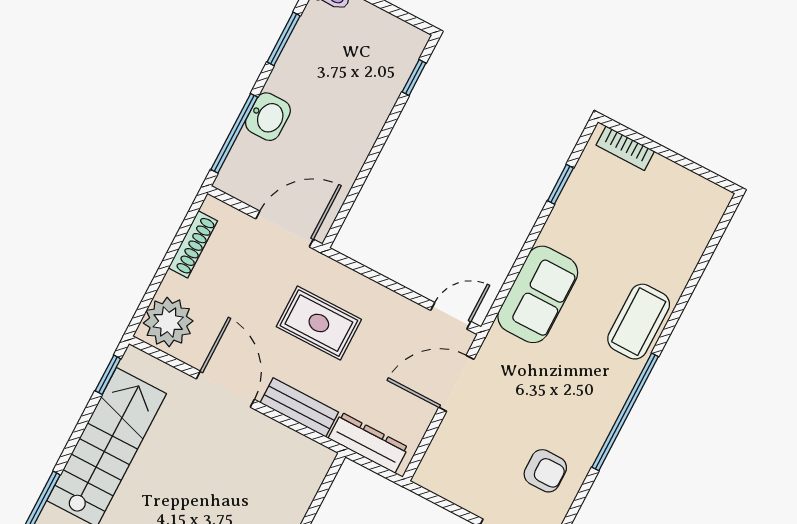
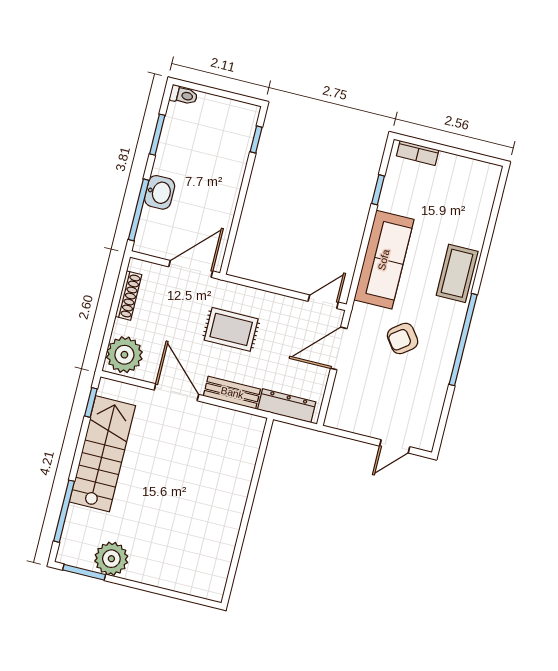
sofa: (538, 294) -> (384, 260), width x1.36
armchair: (545, 471) -> (403, 338), moved, turned 143

